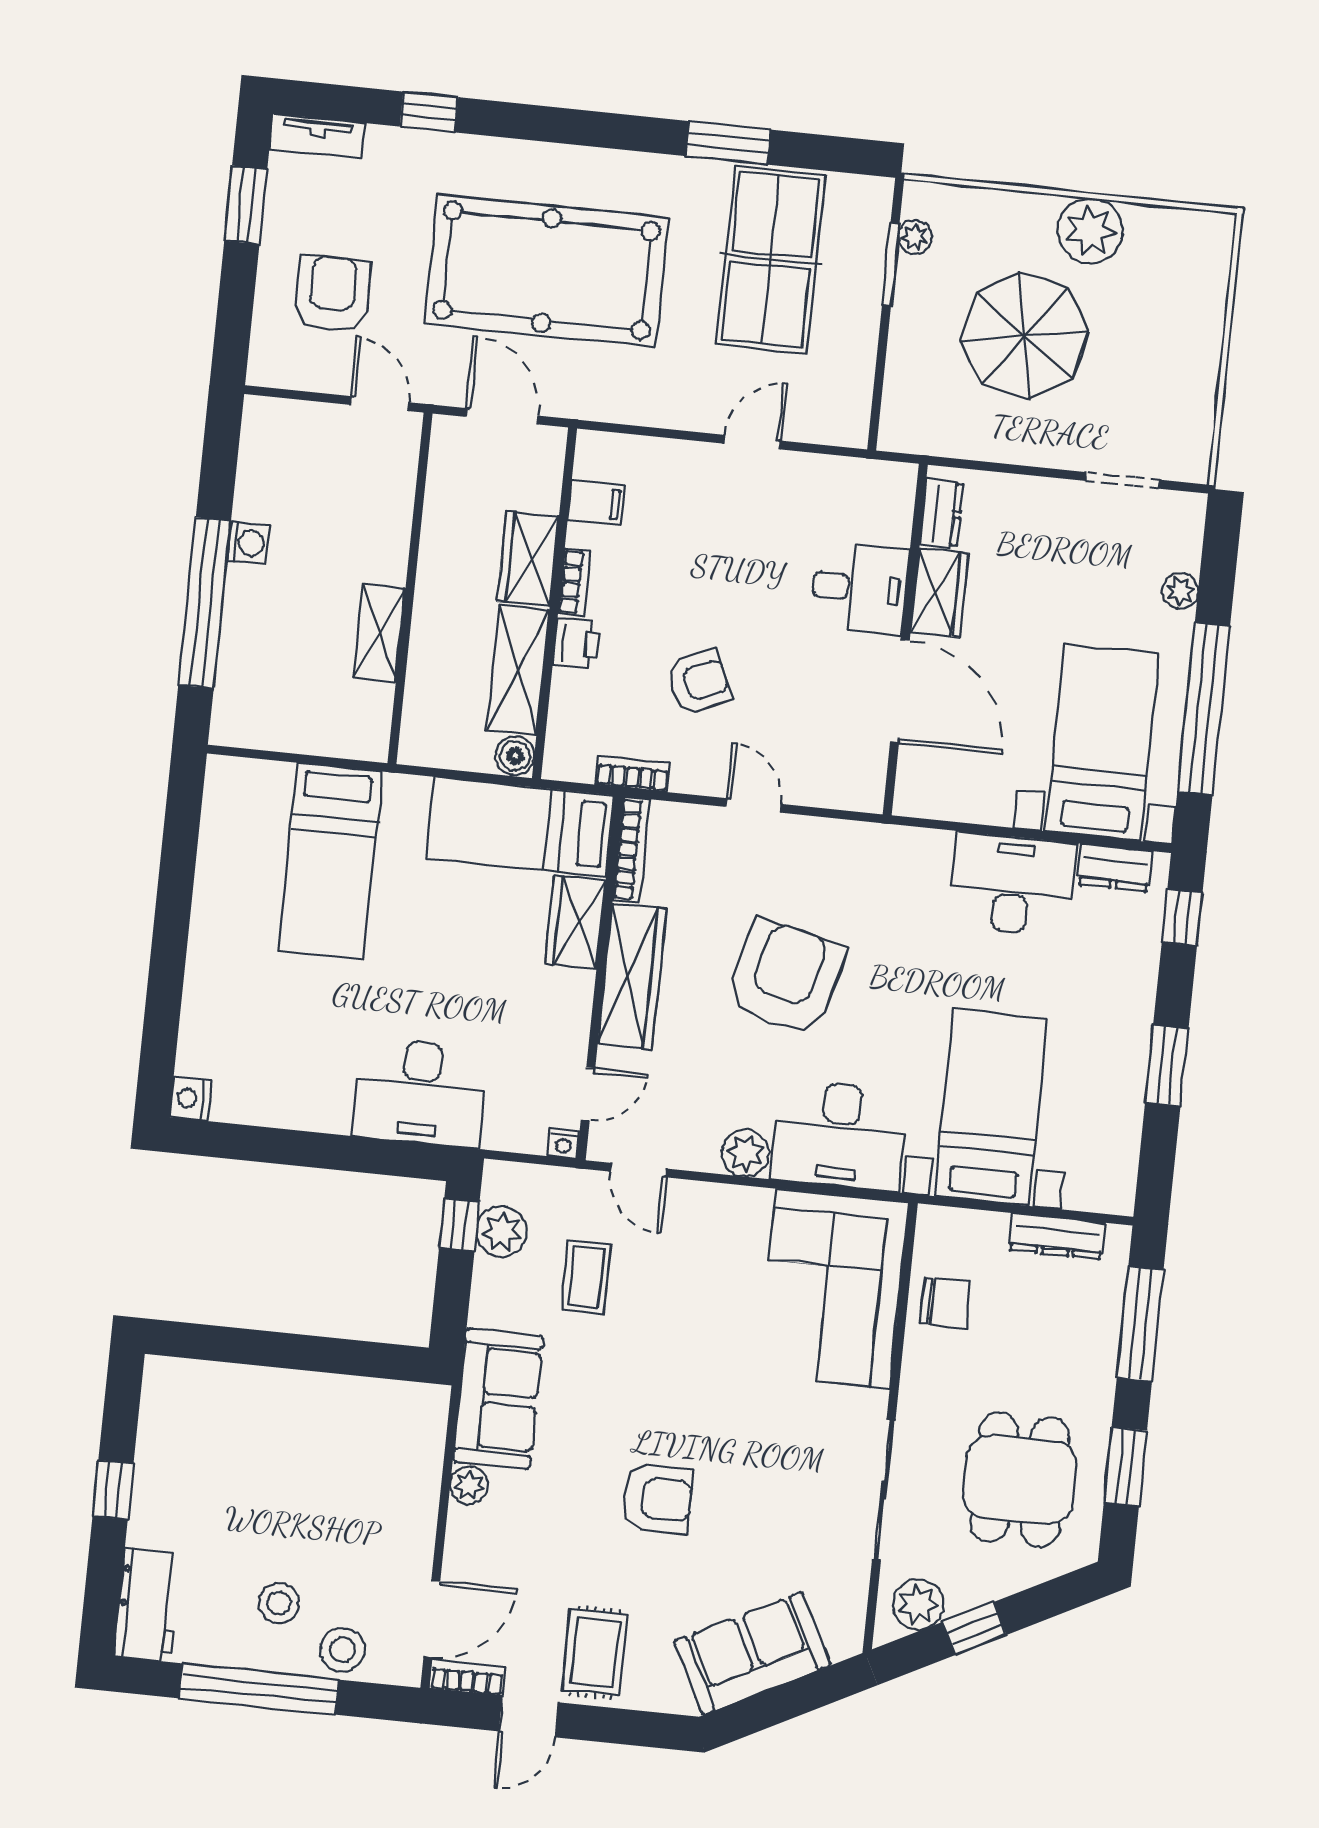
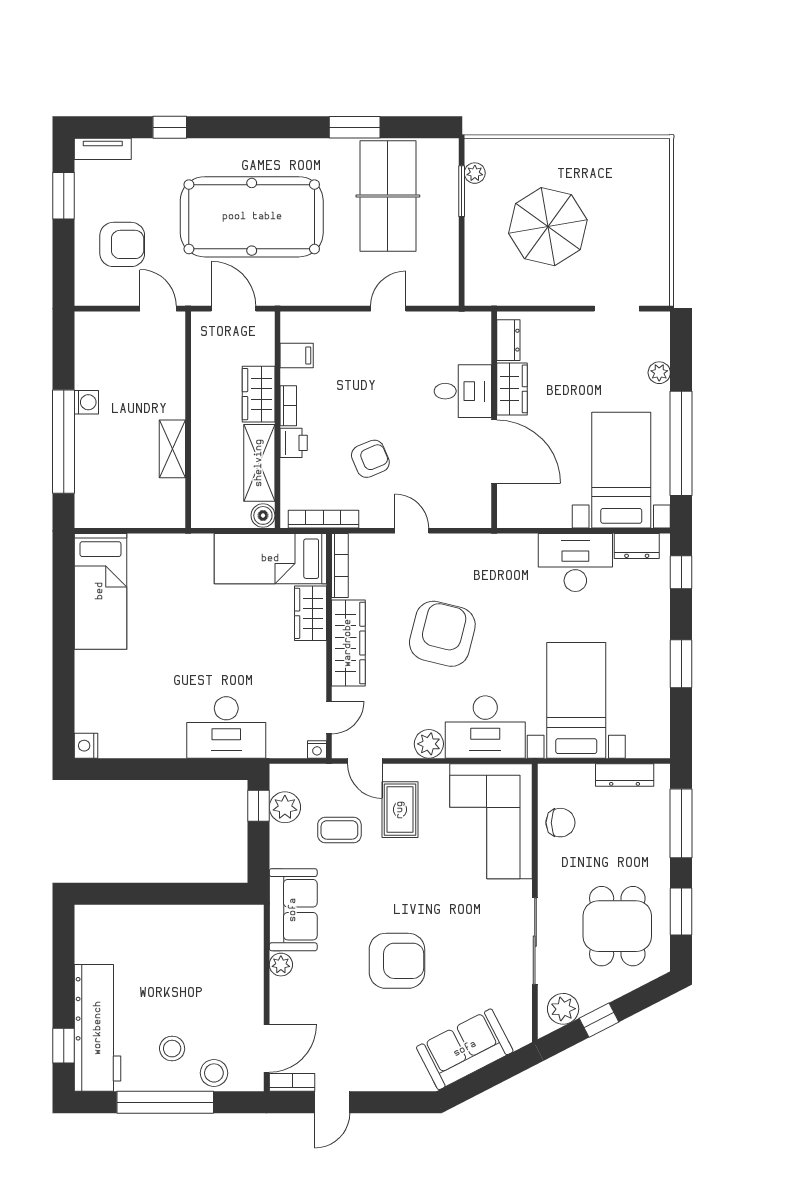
plant: (1090, 231) -> (581, 158), removed
armchair: (333, 294) -> (122, 244), turned 90
bookcase: (633, 774) -> (323, 519), width x1.56
bed: (330, 861) -> (100, 591), moved
coffee table: (586, 1278) -> (339, 830), turned 90
window: (113, 1490) -> (64, 1046), moved
armchair: (657, 1499) -> (397, 961), width x1.36, depth x1.36
workbench: (148, 1604) -> (98, 1028), width x1.88, depth x1.32
rug: (595, 1653) -> (400, 810), moved

